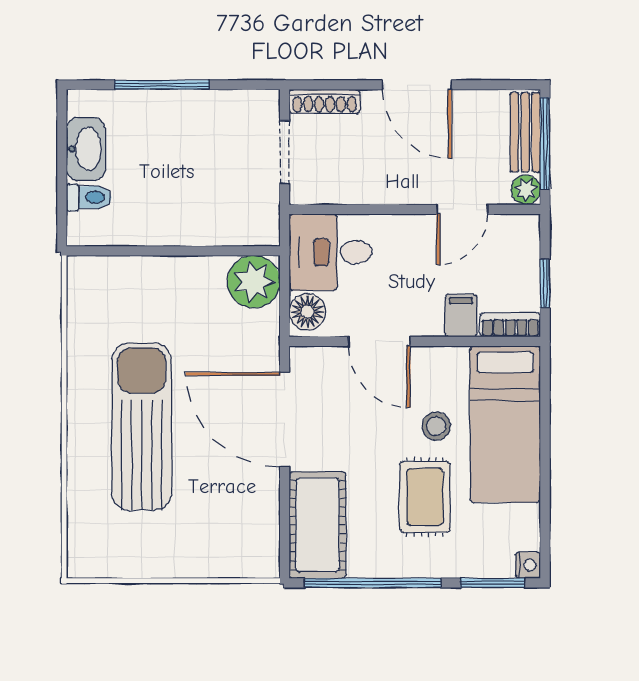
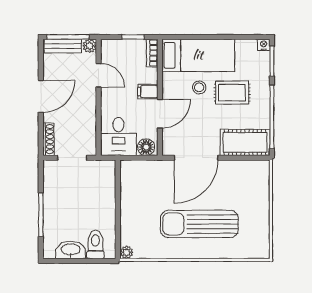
toilet: (89, 197) -> (95, 244), width x1.37, depth x1.39
plant: (254, 282) -> (126, 252), moved, width x0.53, depth x0.53
filing cabinet: (461, 316) -> (148, 92), moved

